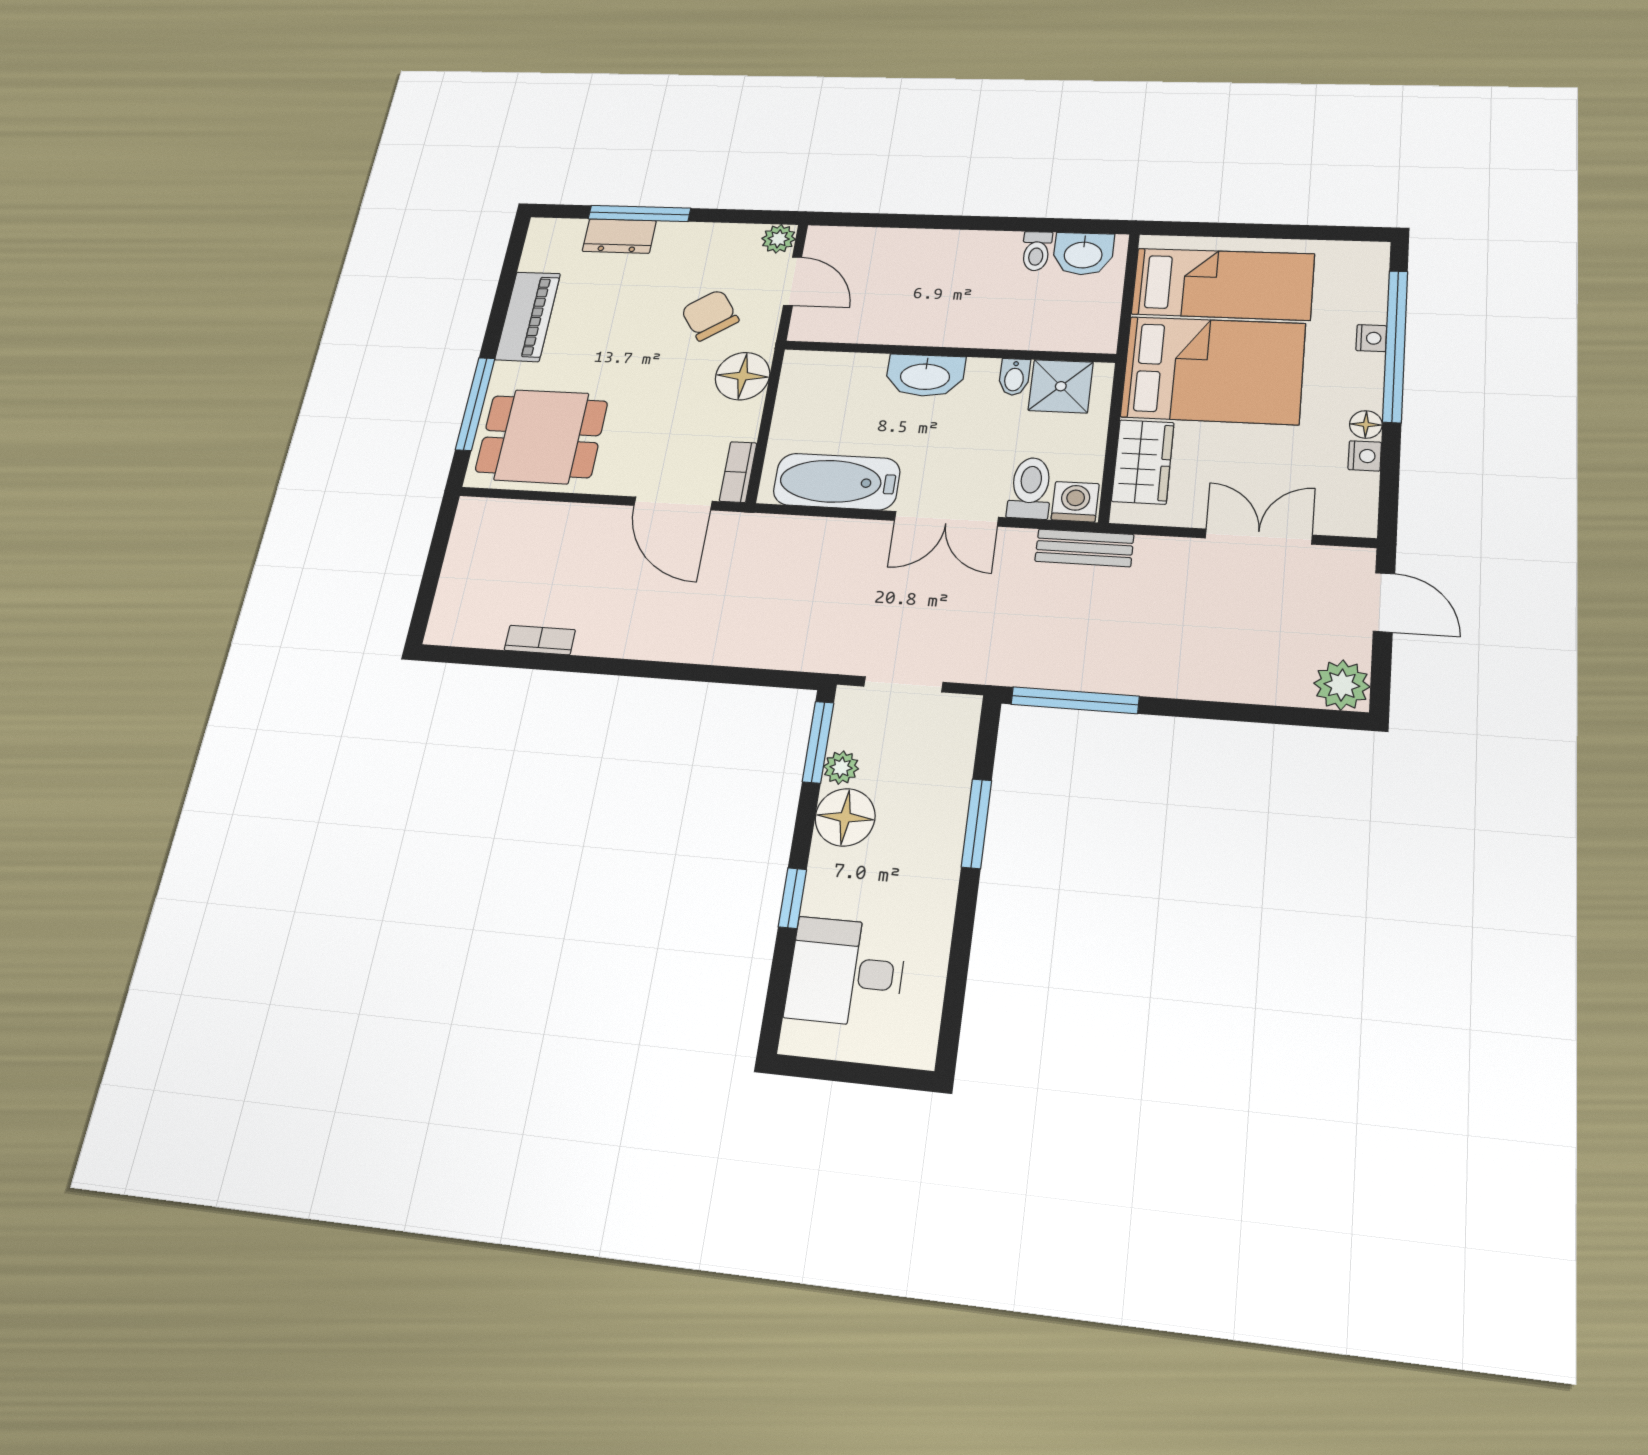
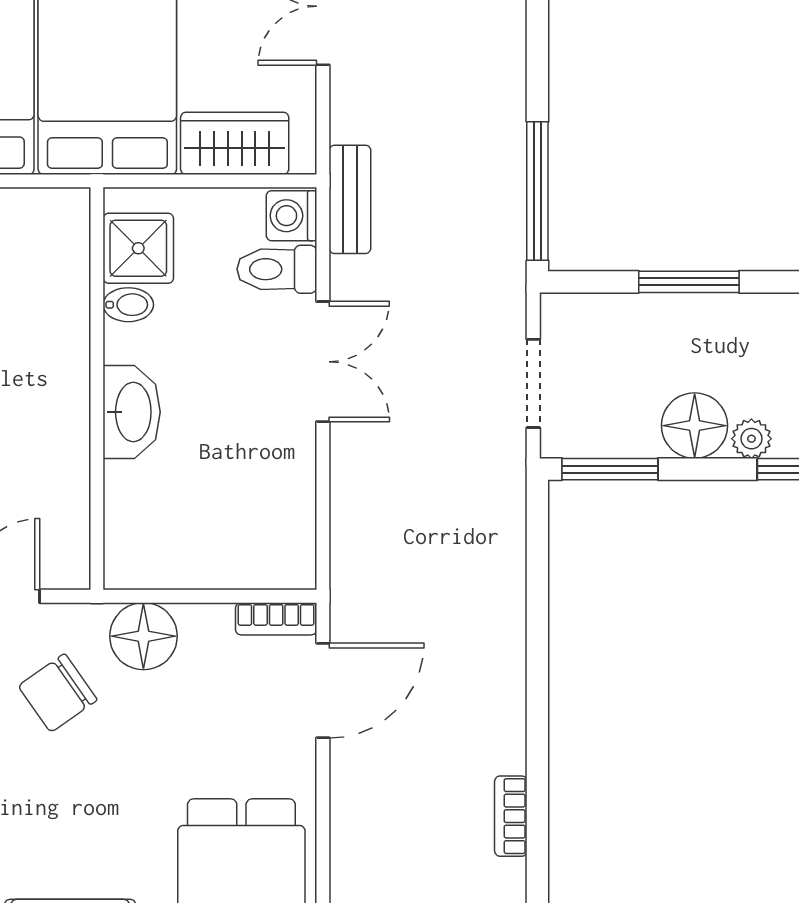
bathtub: (837, 482) -> (282, 498), removed
plant: (841, 768) -> (751, 439), moved

